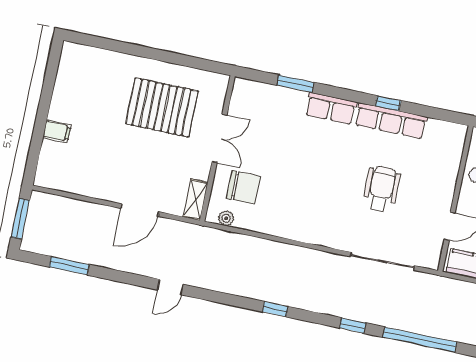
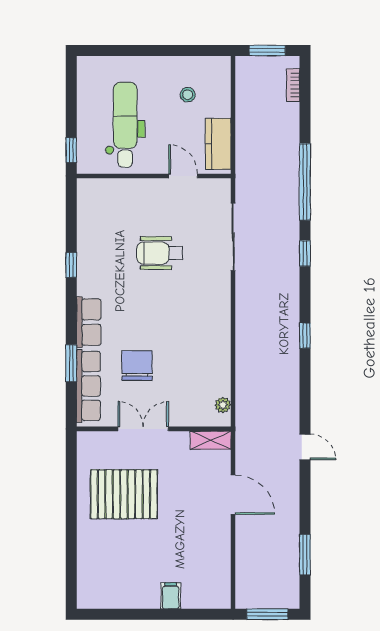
pallet: (162, 107) -> (124, 494), turned 90
row of seats: (391, 121) -> (88, 386), moved
chair: (243, 187) -> (137, 366), moved

